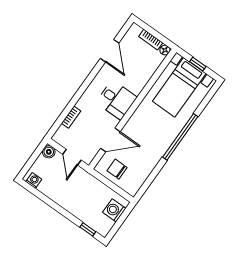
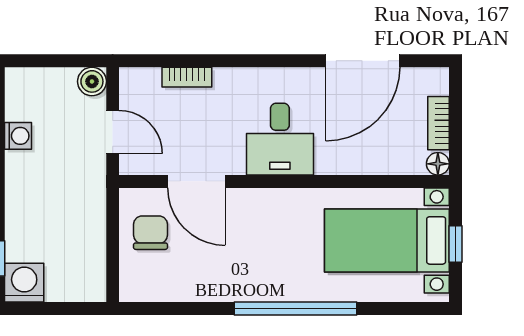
door: (110, 51) -> (363, 61), width x1.36
door: (72, 157) -> (113, 132), swing flipped
washing machine: (34, 180) -> (18, 136), moved
washing machine: (114, 210) -> (24, 283), moved

